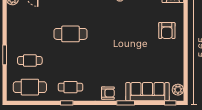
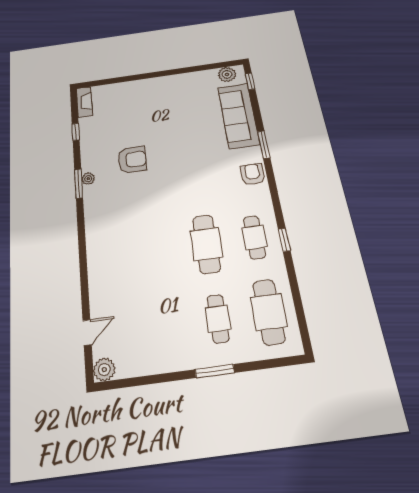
armchair: (167, 31) -> (132, 160), moved
cafe table: (70, 34) -> (206, 244), moved

